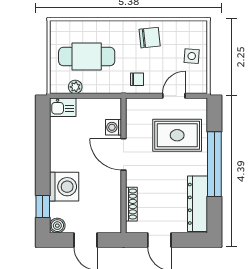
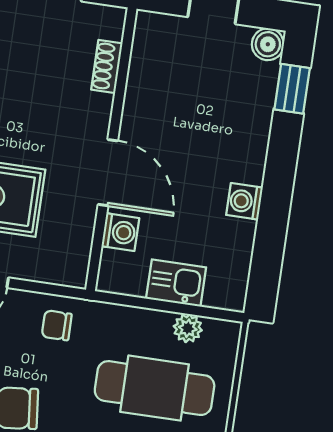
kitchen sink: (63, 107) -> (176, 283), moved
washing machine: (64, 187) -> (244, 201), moved, width x0.53, depth x0.53
shoe rack: (131, 204) -> (107, 66), width x0.70

